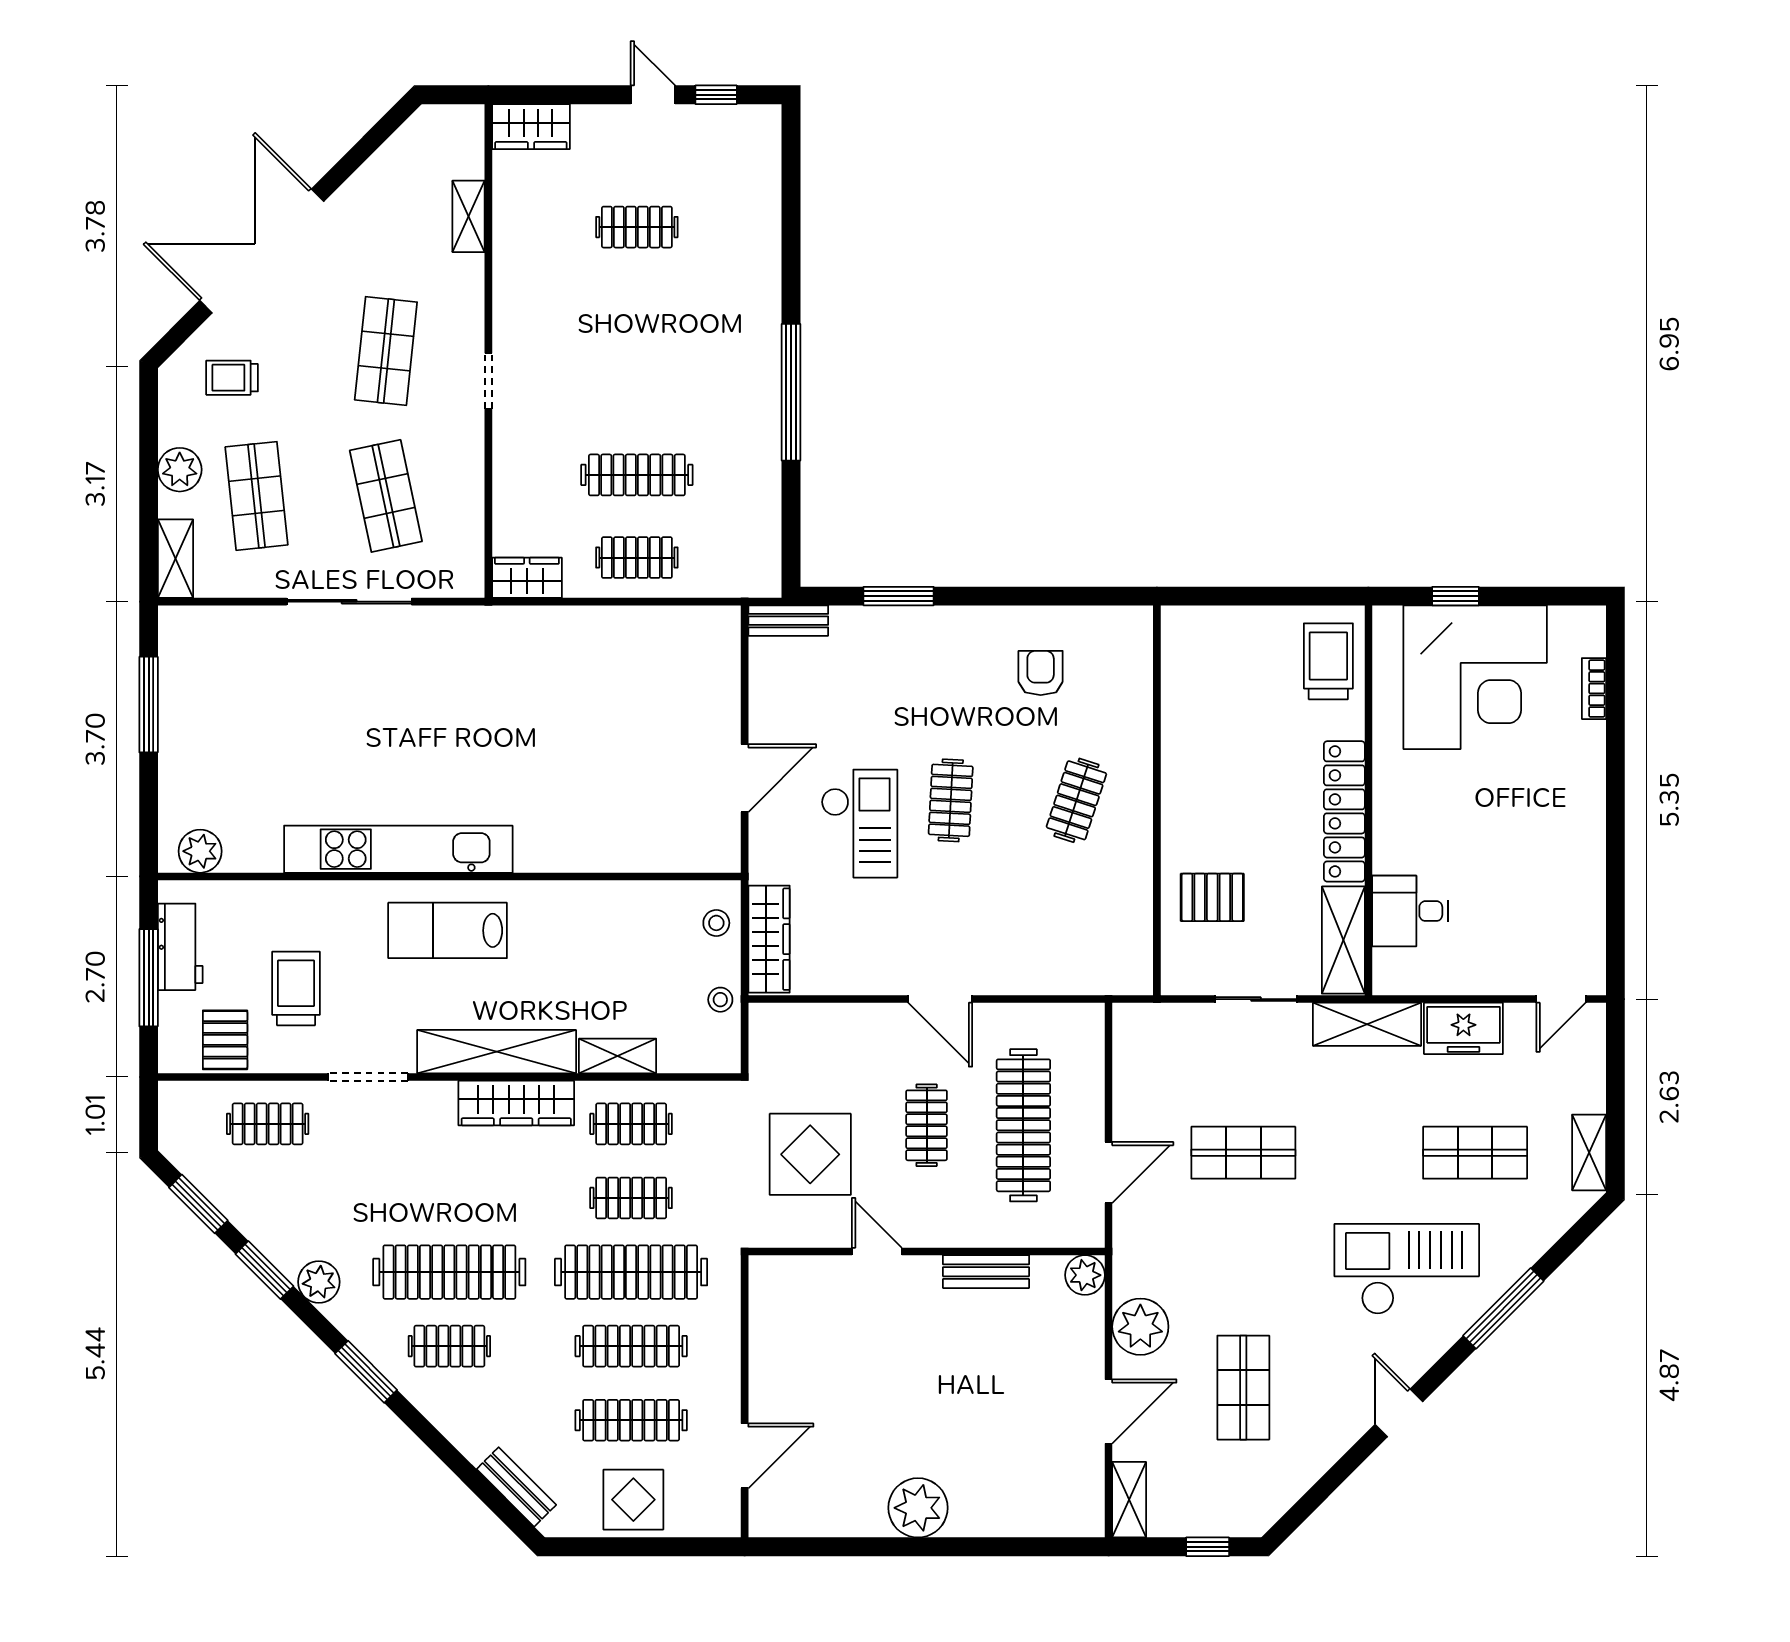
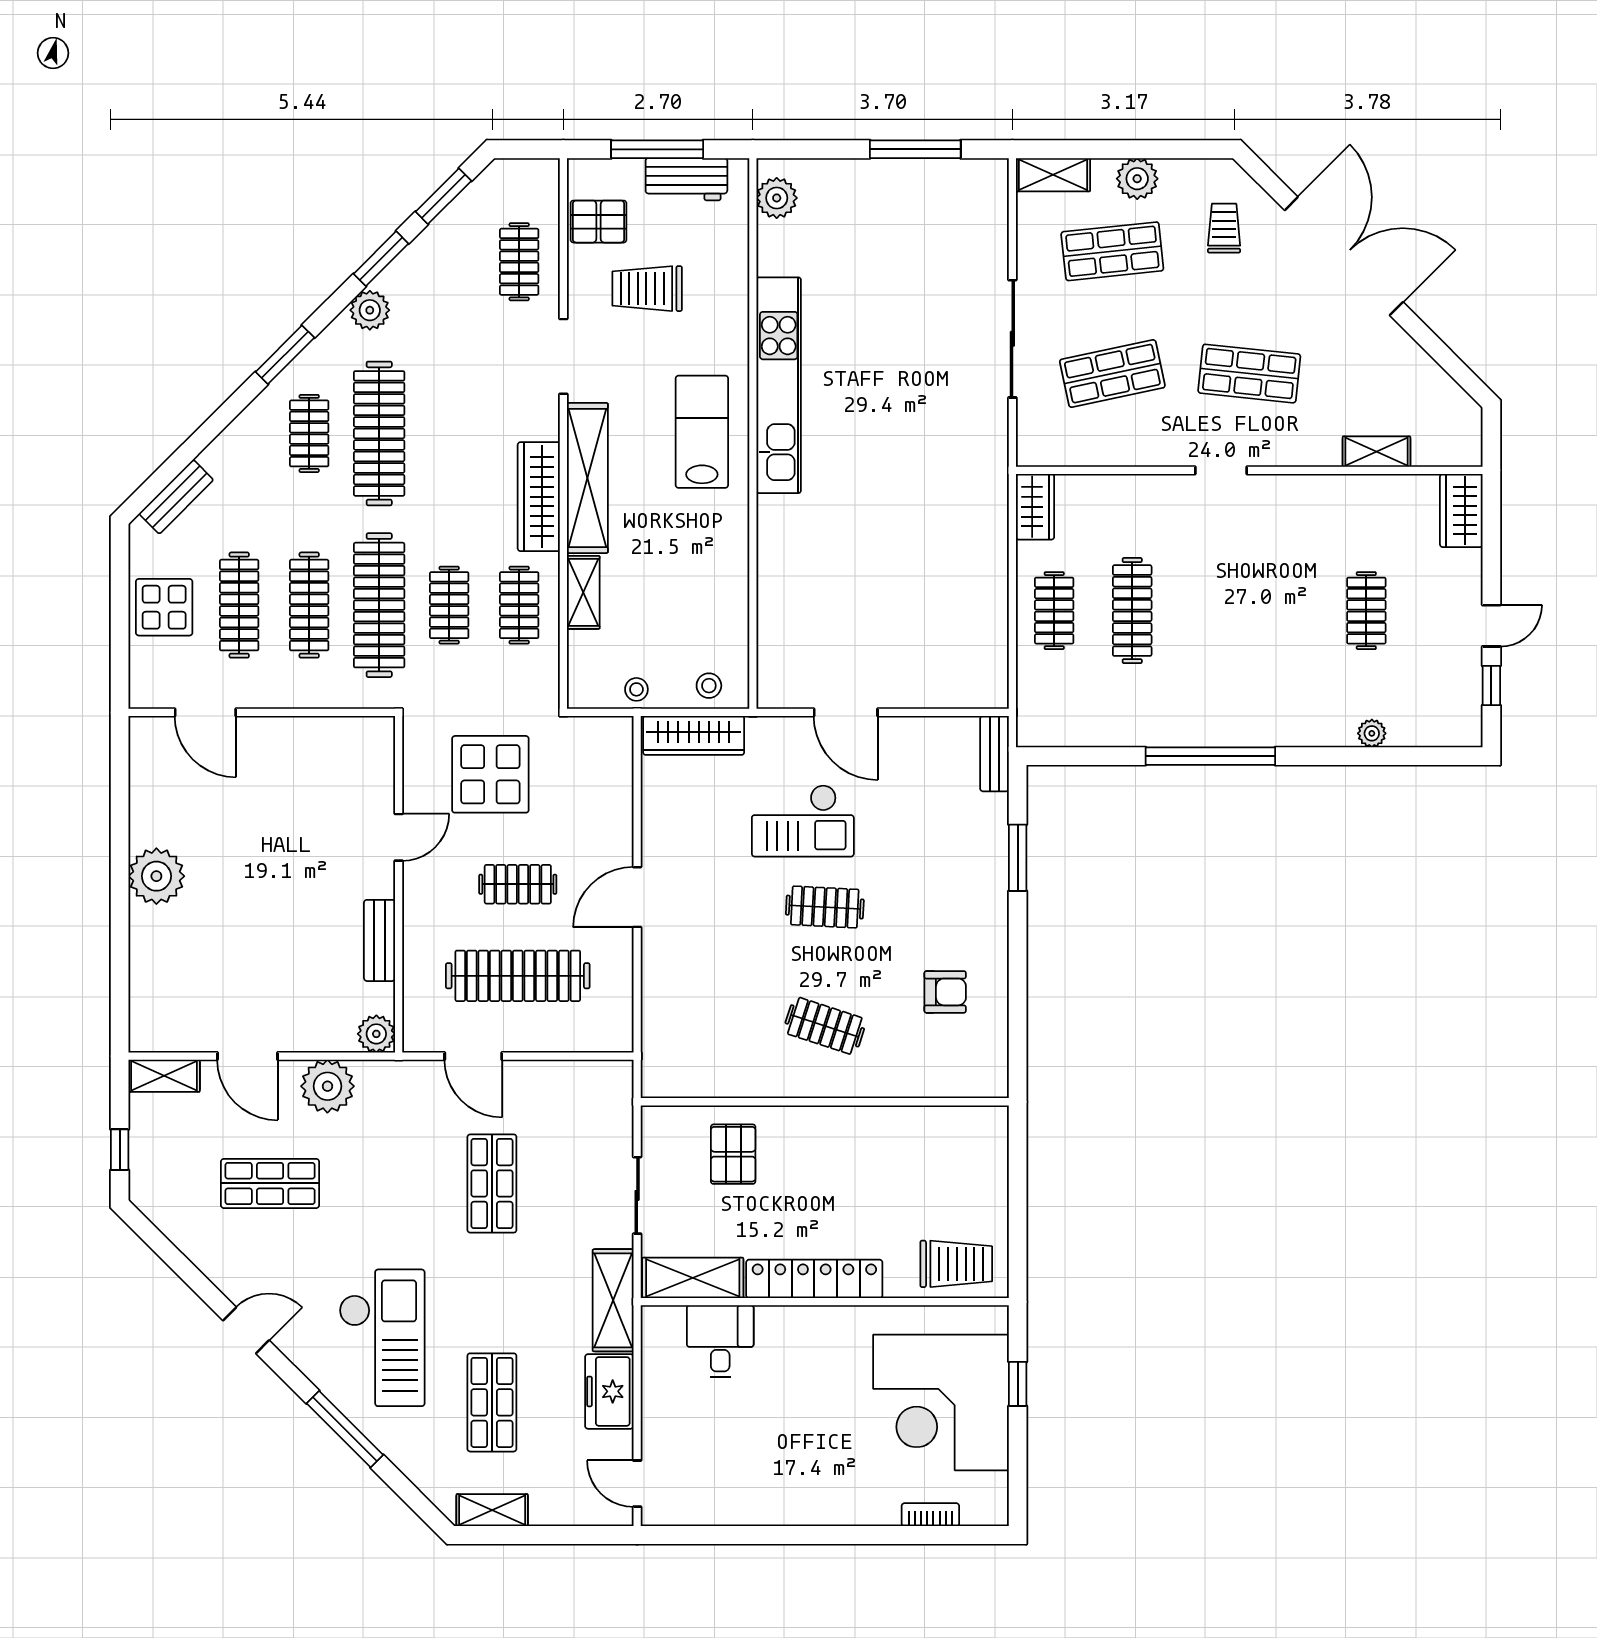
plant: (767, 221) -> (1372, 733), added
trolley: (296, 988) -> (647, 289), turned 180

